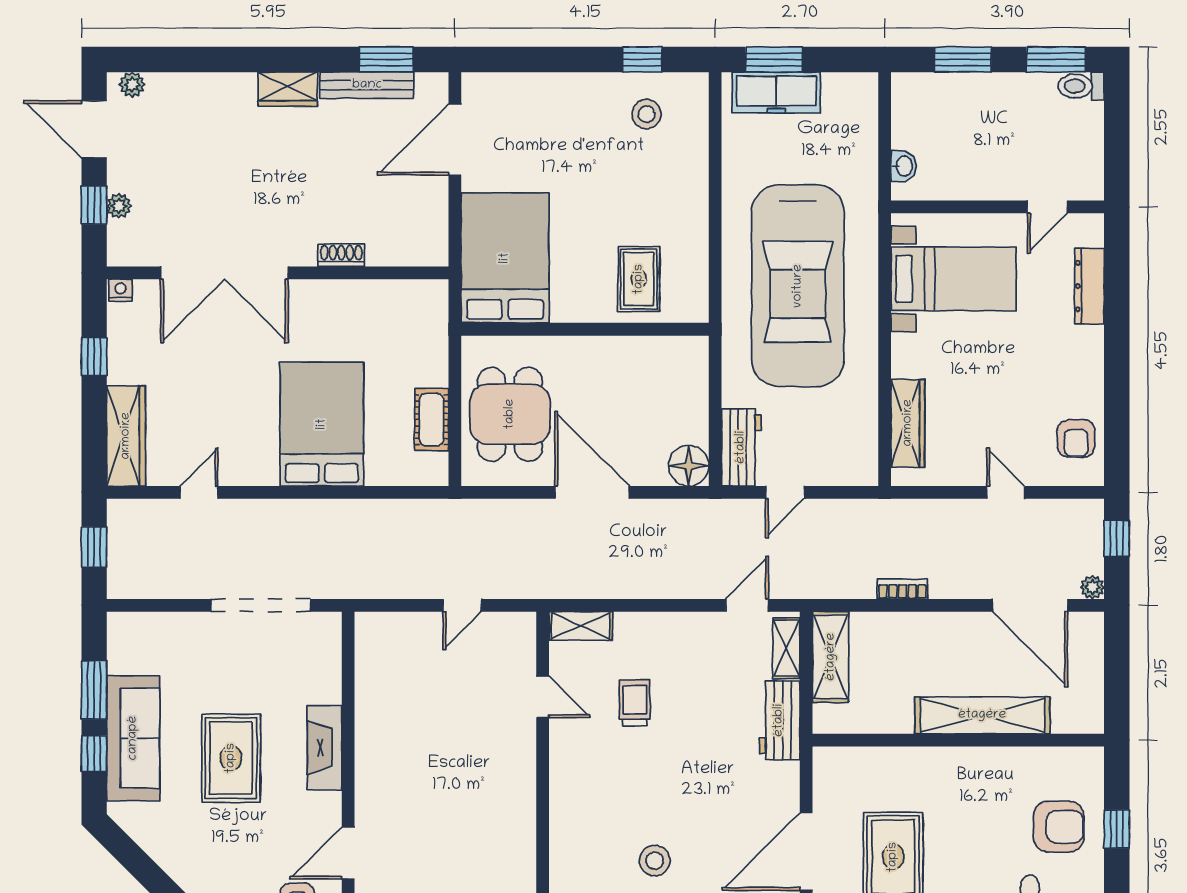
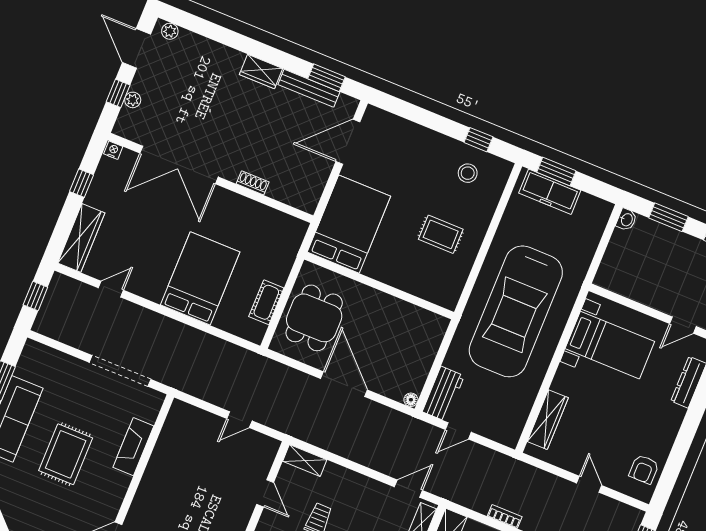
washbasin: (904, 166) -> (626, 220), moved
rug: (639, 279) -> (441, 234), moved, turned 90
floor lamp: (689, 466) -> (411, 400), width x0.53, depth x0.53
fireplace: (325, 748) -> (133, 447), moved

